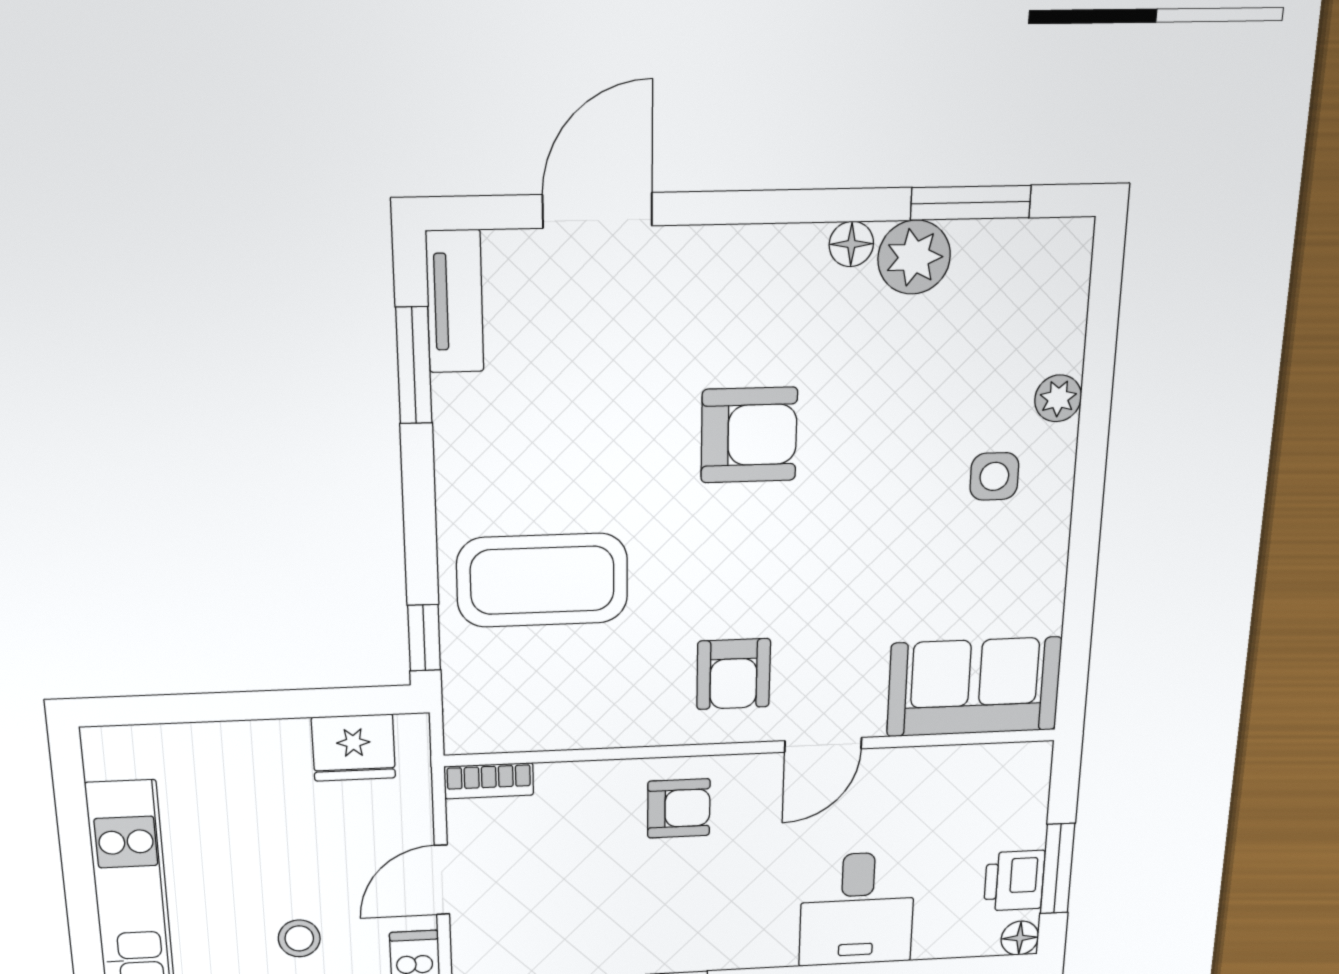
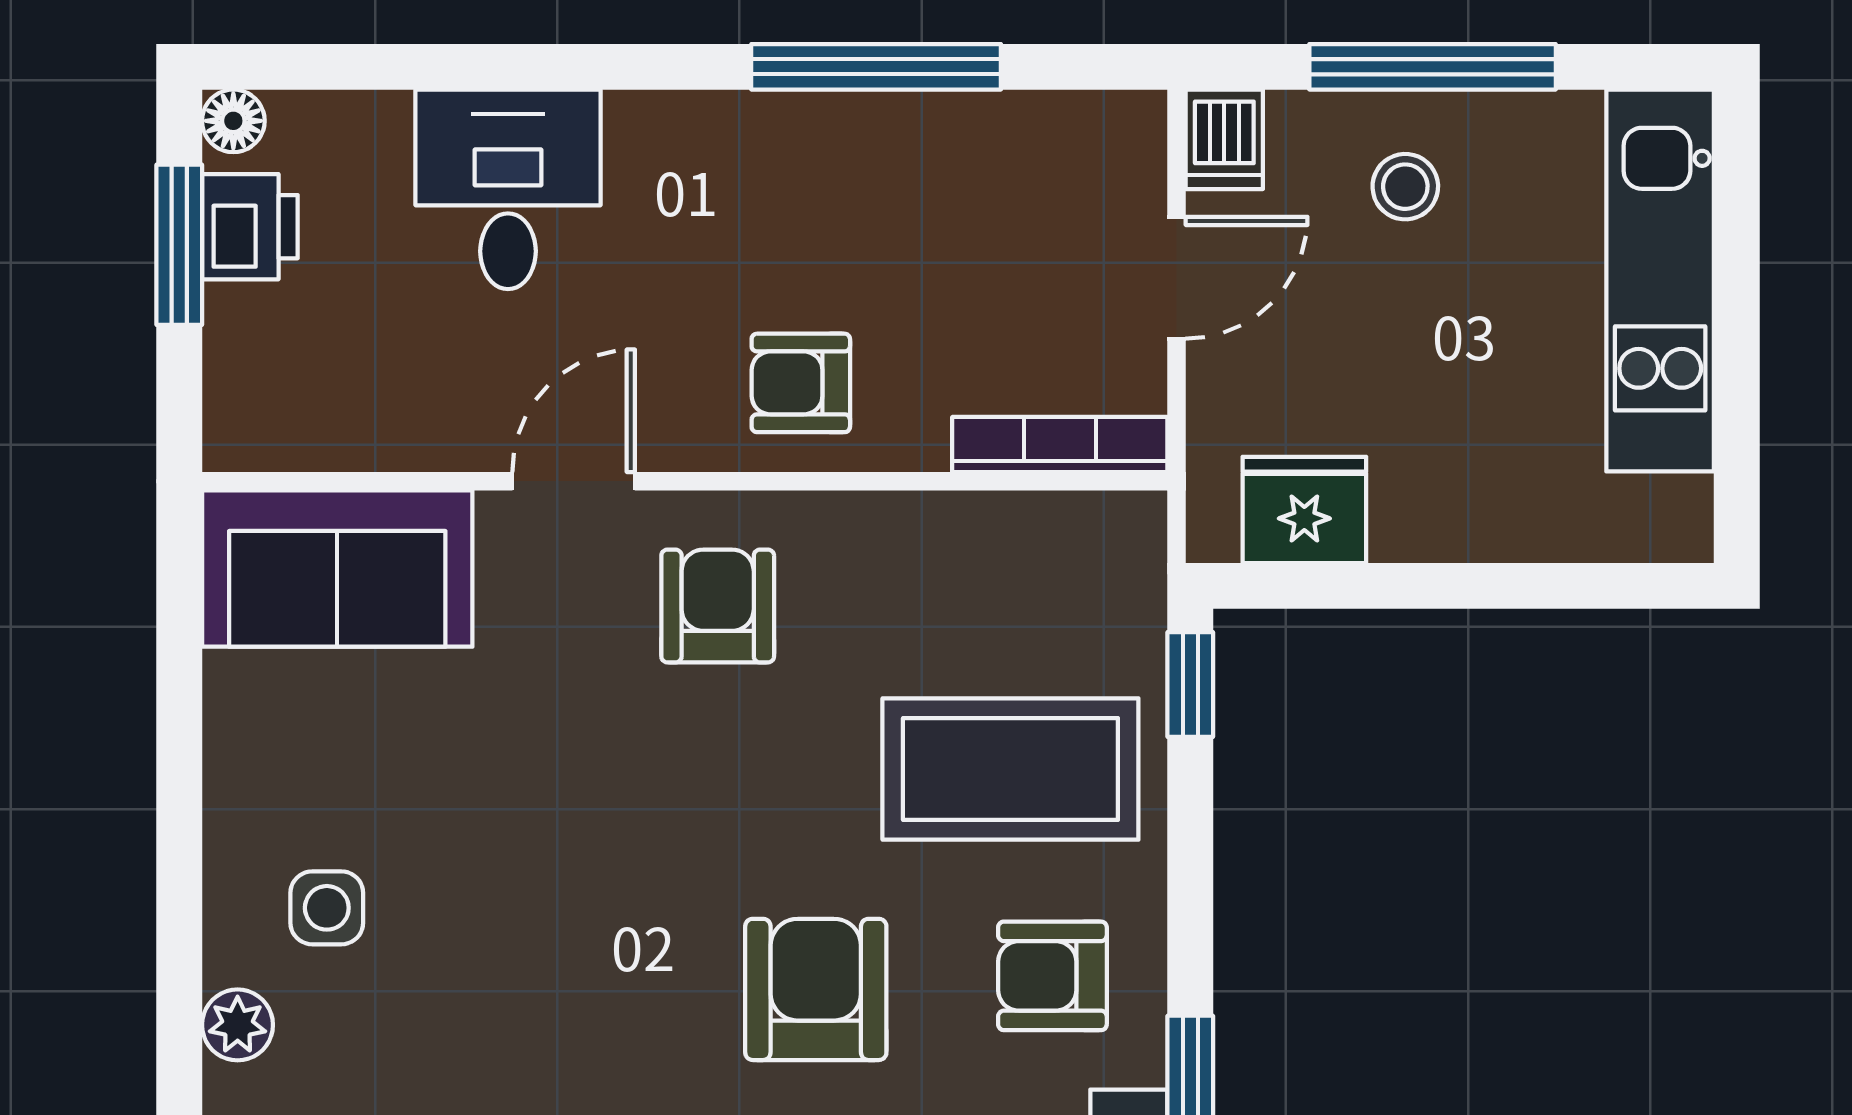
armchair: (749, 435) -> (816, 989), moved, turned 90
armchair: (512, 447) -> (1052, 976), added
bookcase: (489, 781) -> (1060, 445), width x1.56

